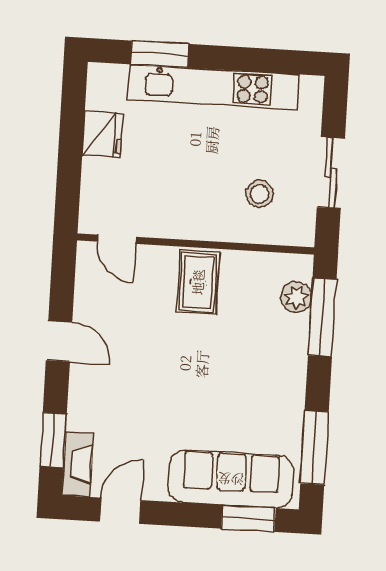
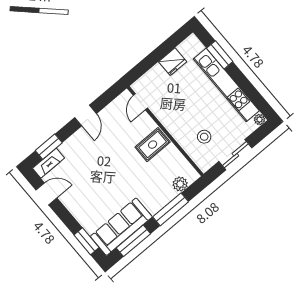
plant: (313, 87) -> (259, 119), added
window: (322, 317) -> (171, 209), moved
sofa: (231, 479) -> (121, 227), moved, turned -90

